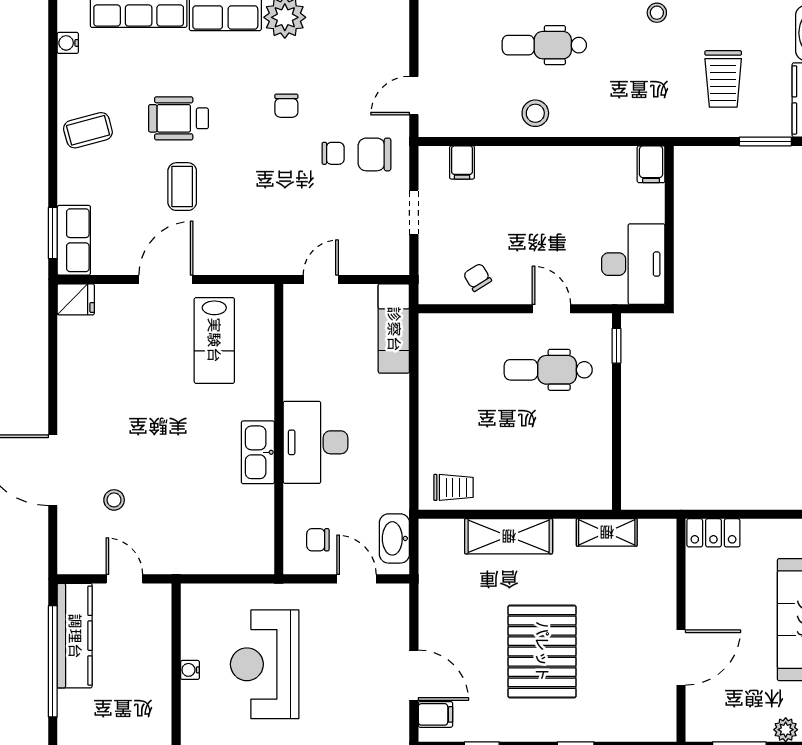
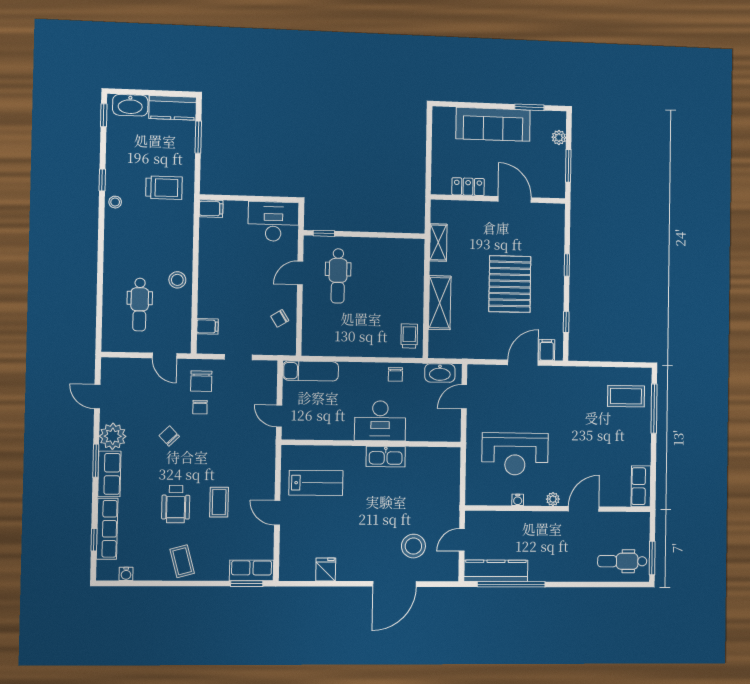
dental chair: (544, 45) -> (140, 305), moved
trolley: (723, 79) -> (164, 188), moved
chair: (286, 106) -> (169, 436), turned -134
chair: (333, 153) -> (200, 407), turned 180
coffee table: (182, 187) -> (219, 502), turned 90
door: (166, 279) -> (277, 513), width x0.73
fridge: (76, 299) -> (326, 569), moved
stool: (114, 500) -> (413, 546), width x1.89, depth x1.89
locker: (713, 533) -> (468, 187), moved, turned -90
chair: (318, 540) -> (395, 374), moved
pallet: (542, 651) -> (510, 284), turned 90
plant: (192, 728) -> (553, 499), added

